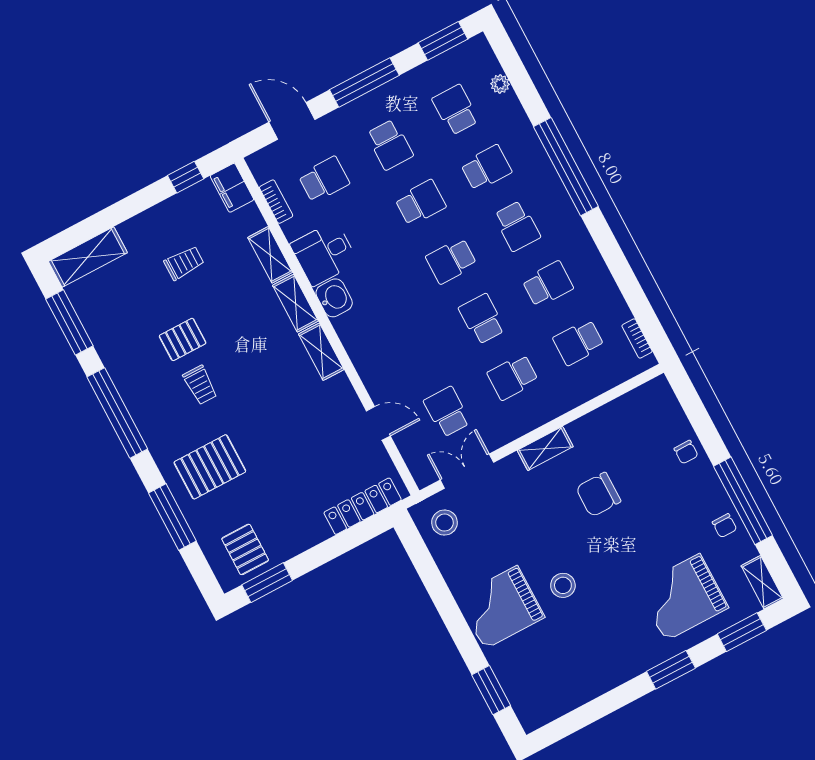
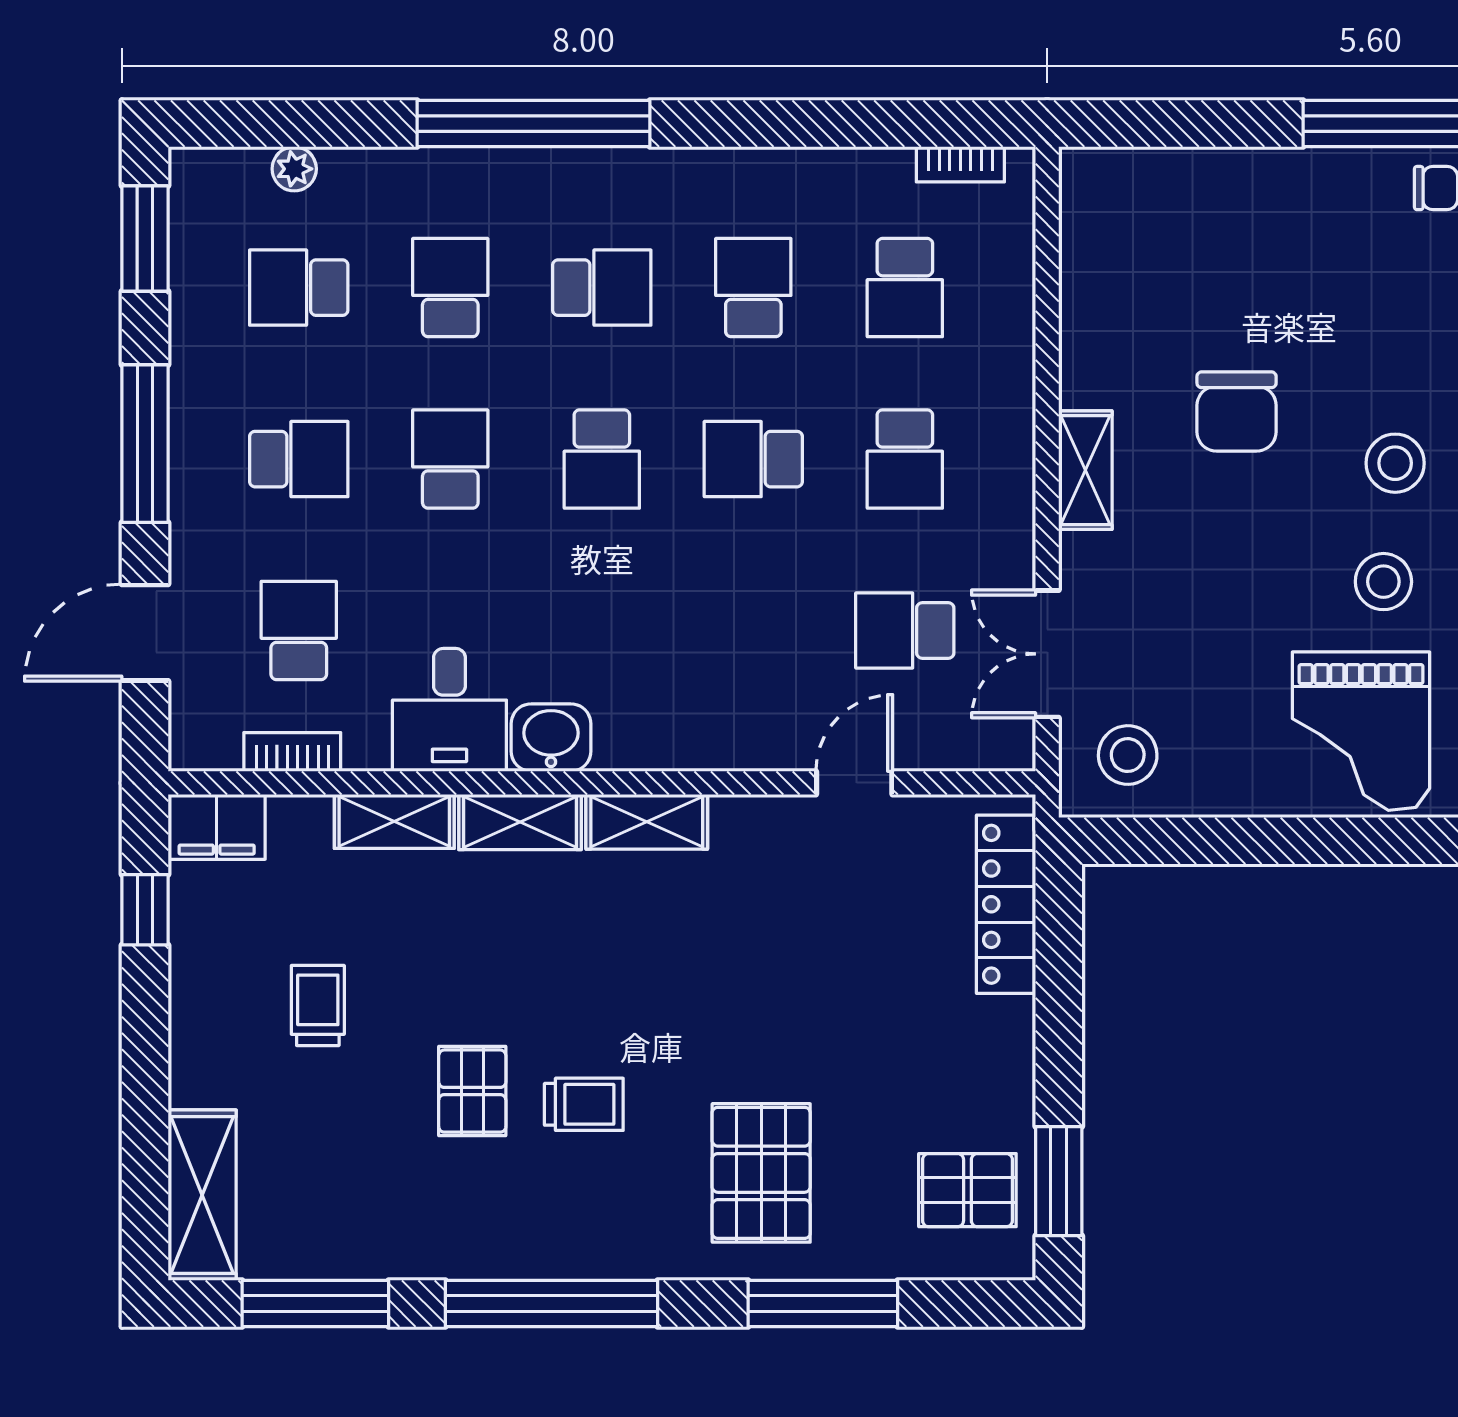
chair: (686, 452) -> (1245, 187), removed
stool: (611, 566) -> (1395, 463), added

